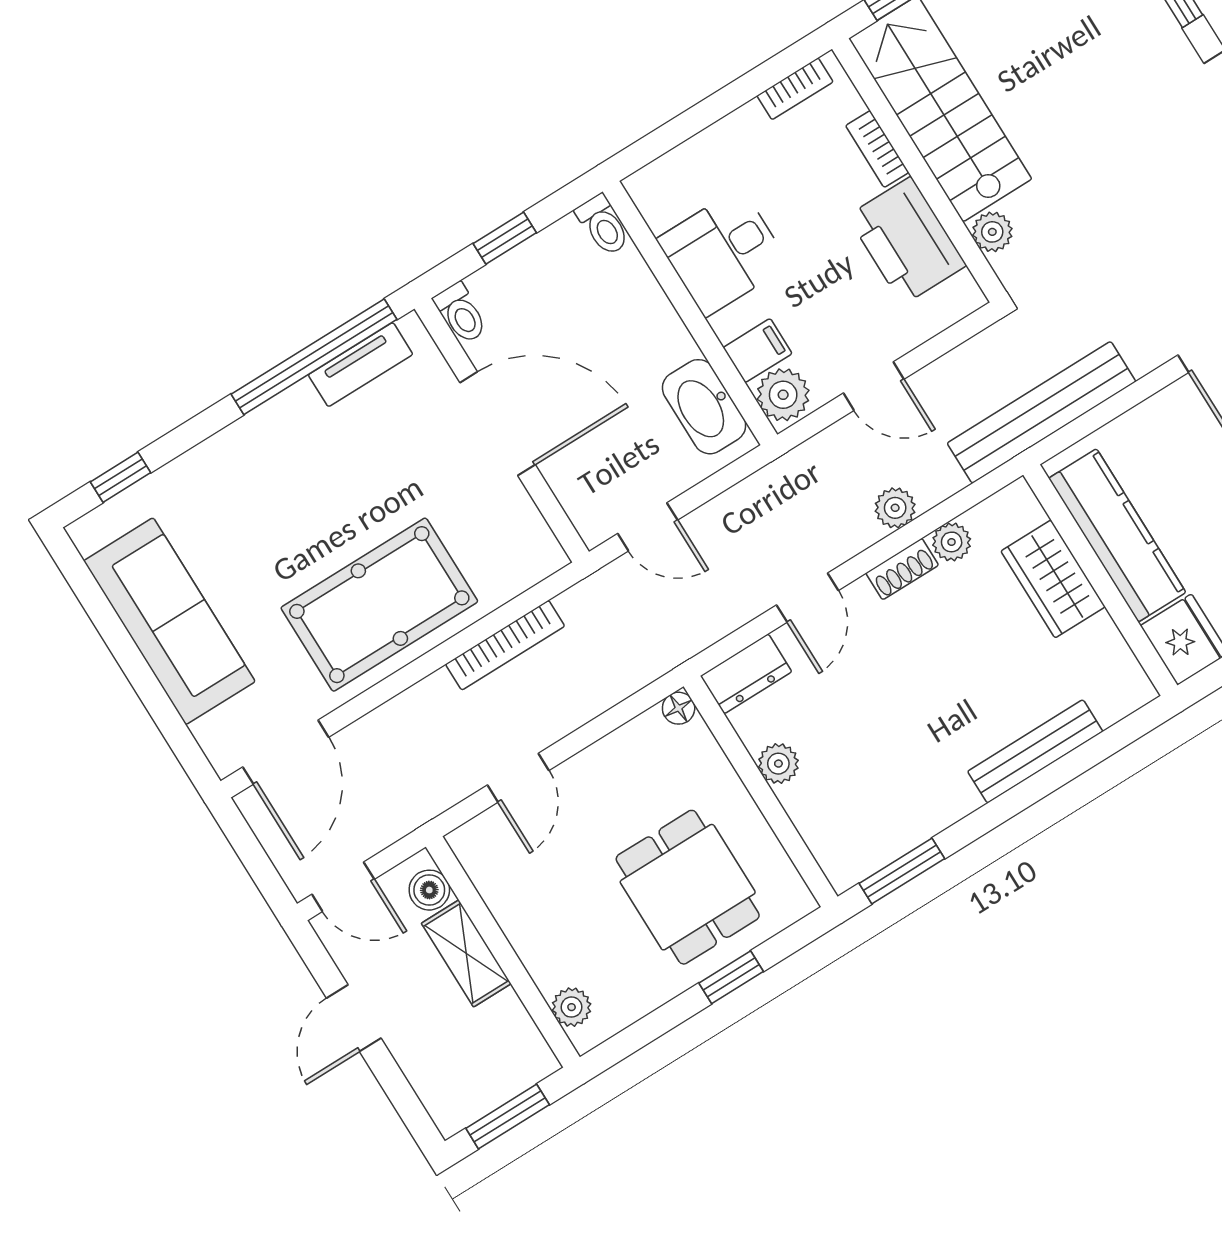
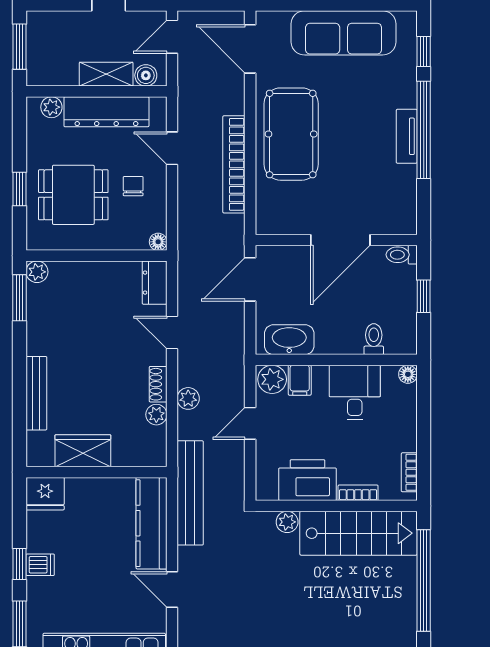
floor lamp: (642, 187) -> (408, 374), added
toilet: (603, 225) -> (374, 339), moved, turned 90
window: (314, 357) -> (424, 130), moved
tv unit: (361, 365) -> (407, 136), moved
door: (648, 527) -> (250, 279), width x1.38
kitchen counter: (1117, 535) -> (151, 523), moved, turned 90
wardrobe: (1053, 579) -> (83, 451), moved
bookcase: (505, 645) -> (234, 164), width x1.48, depth x1.31
plant: (778, 764) -> (37, 272), moved
chair: (615, 802) -> (133, 186), added
dresser: (525, 916) -> (106, 112), added

